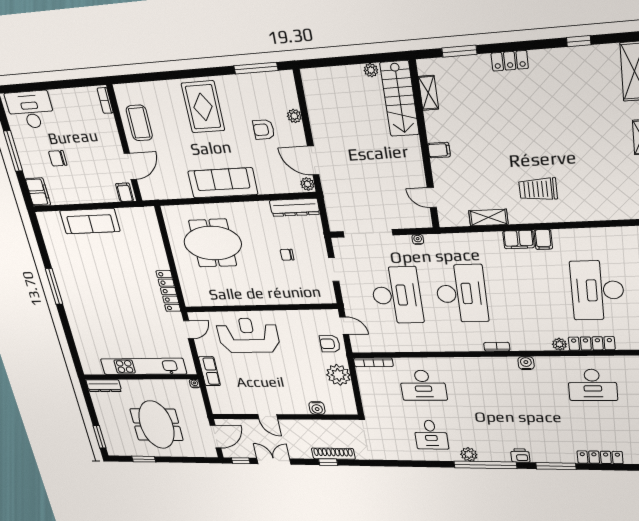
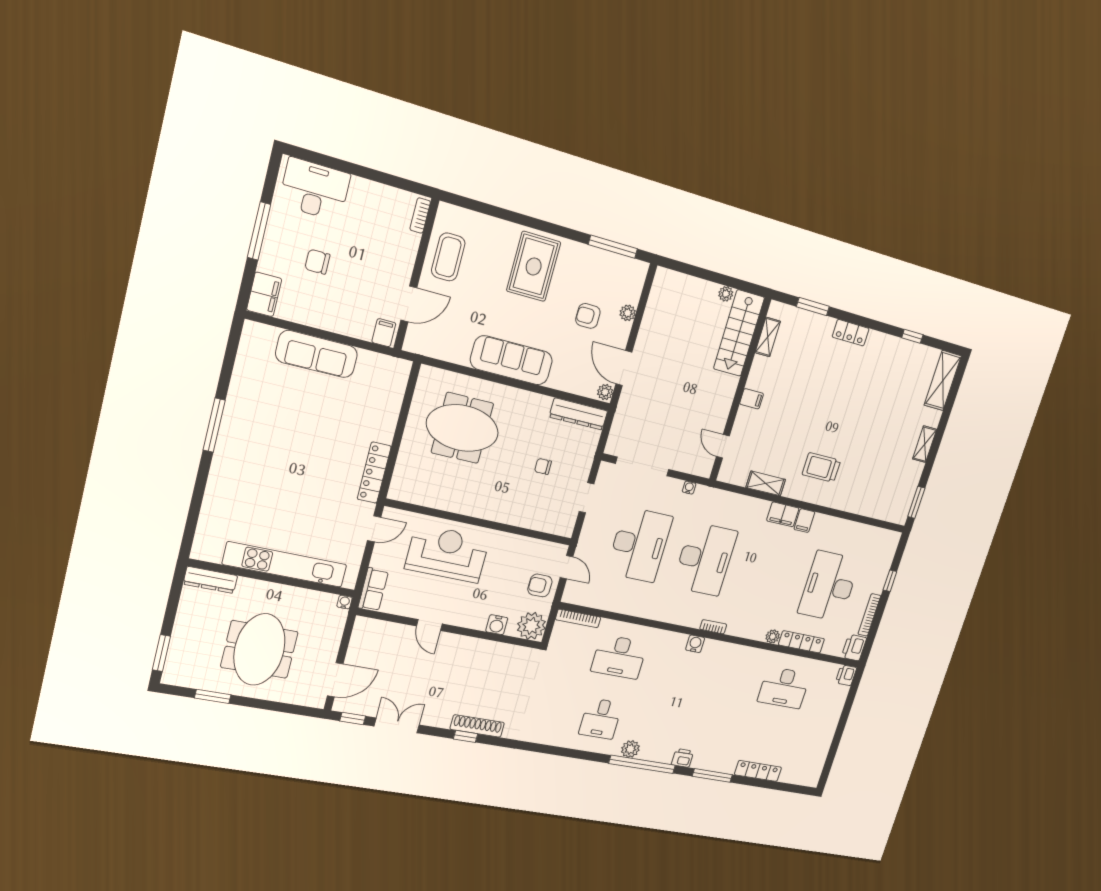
water cooler: (526, 363) -> (695, 644), moved
water cooler: (317, 408) -> (497, 625), moved
door: (268, 417) -> (429, 625), moved
wall: (284, 417) -> (451, 629), moved

